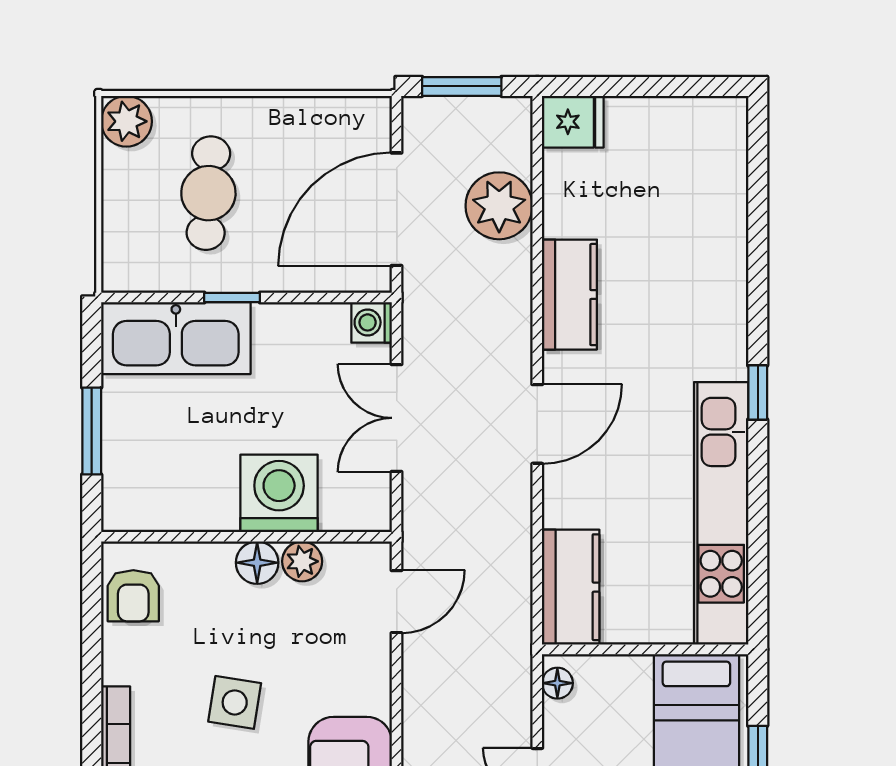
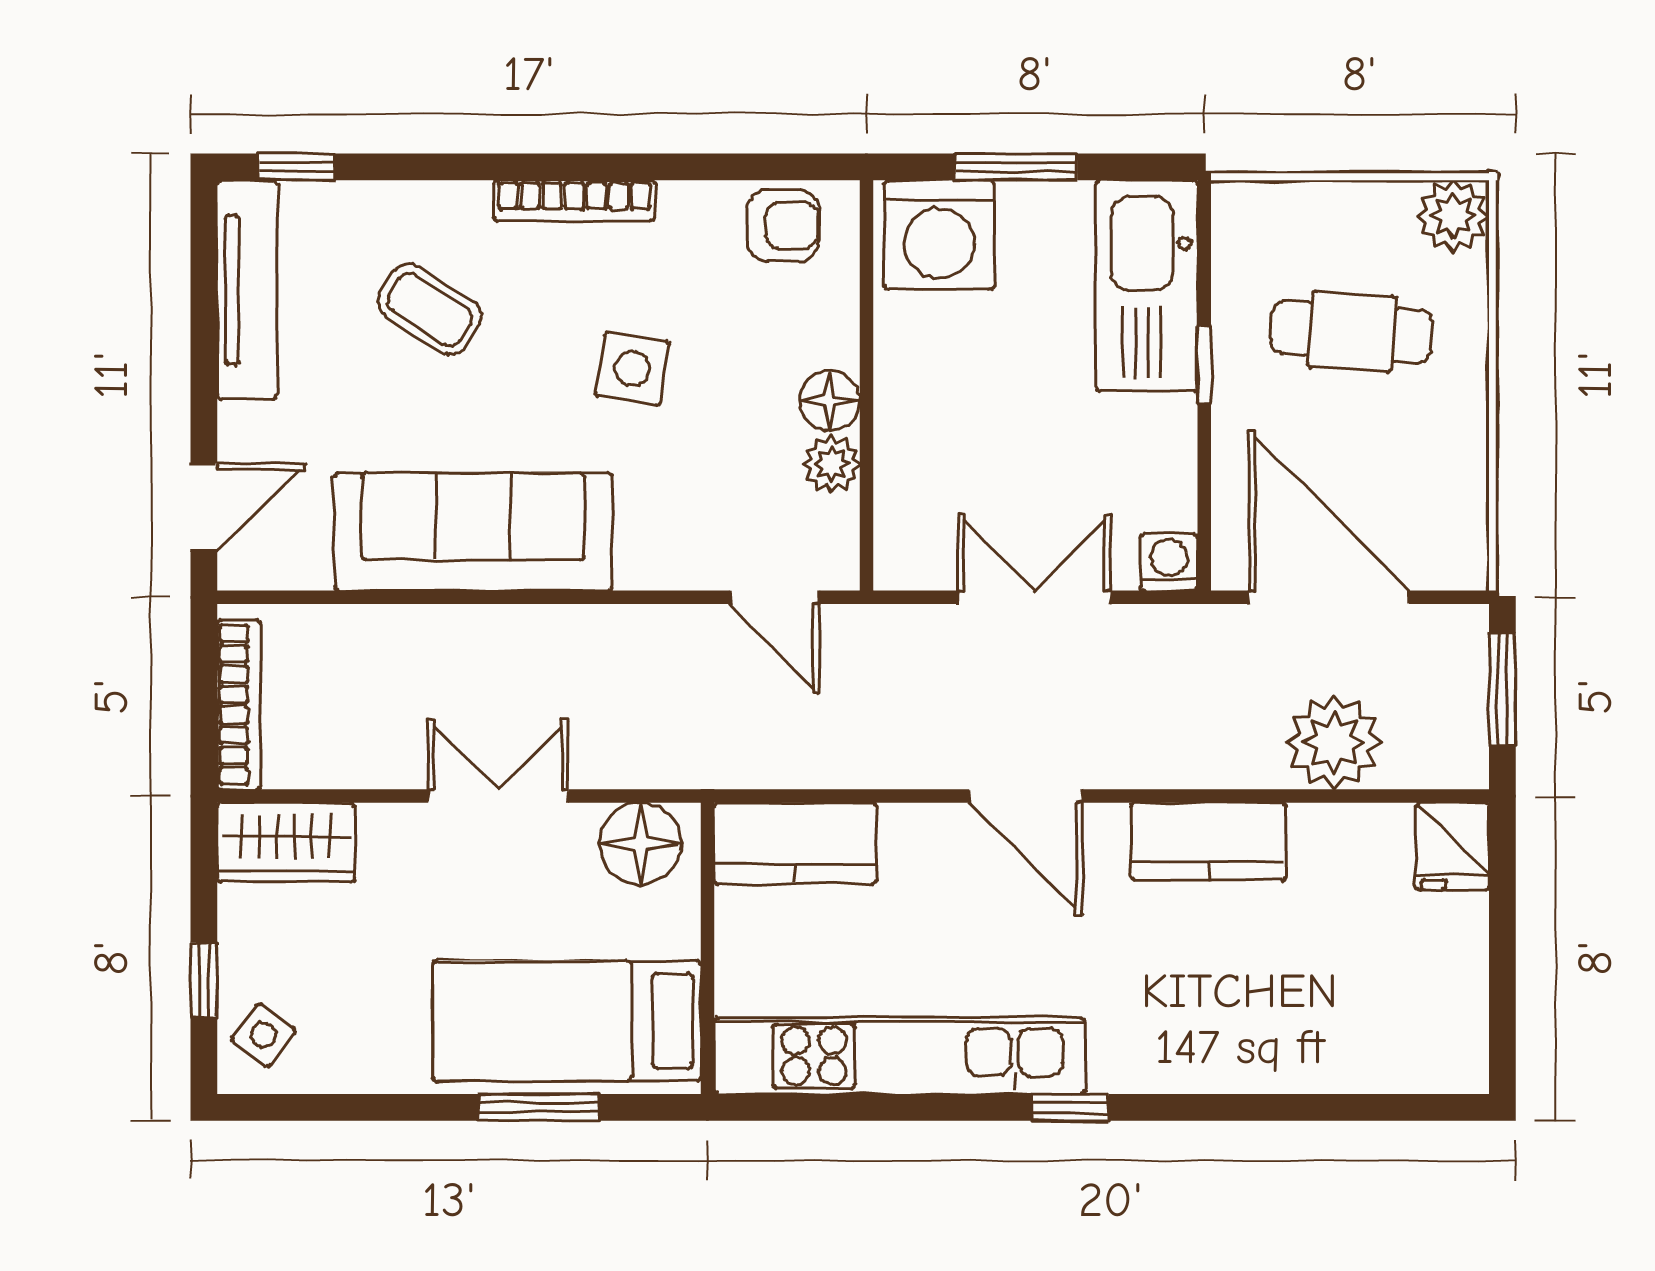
washing machine: (279, 493) -> (940, 235), moved, turned 90
armchair: (133, 596) -> (783, 226), turned 180
floor lamp: (557, 683) -> (640, 844), width x1.89, depth x1.89

